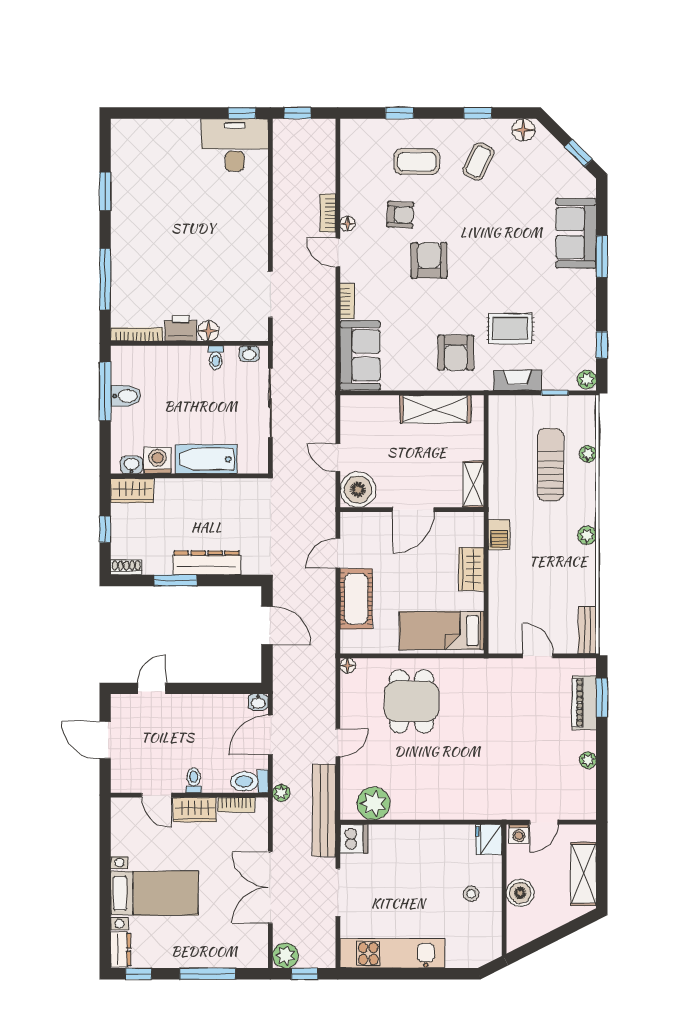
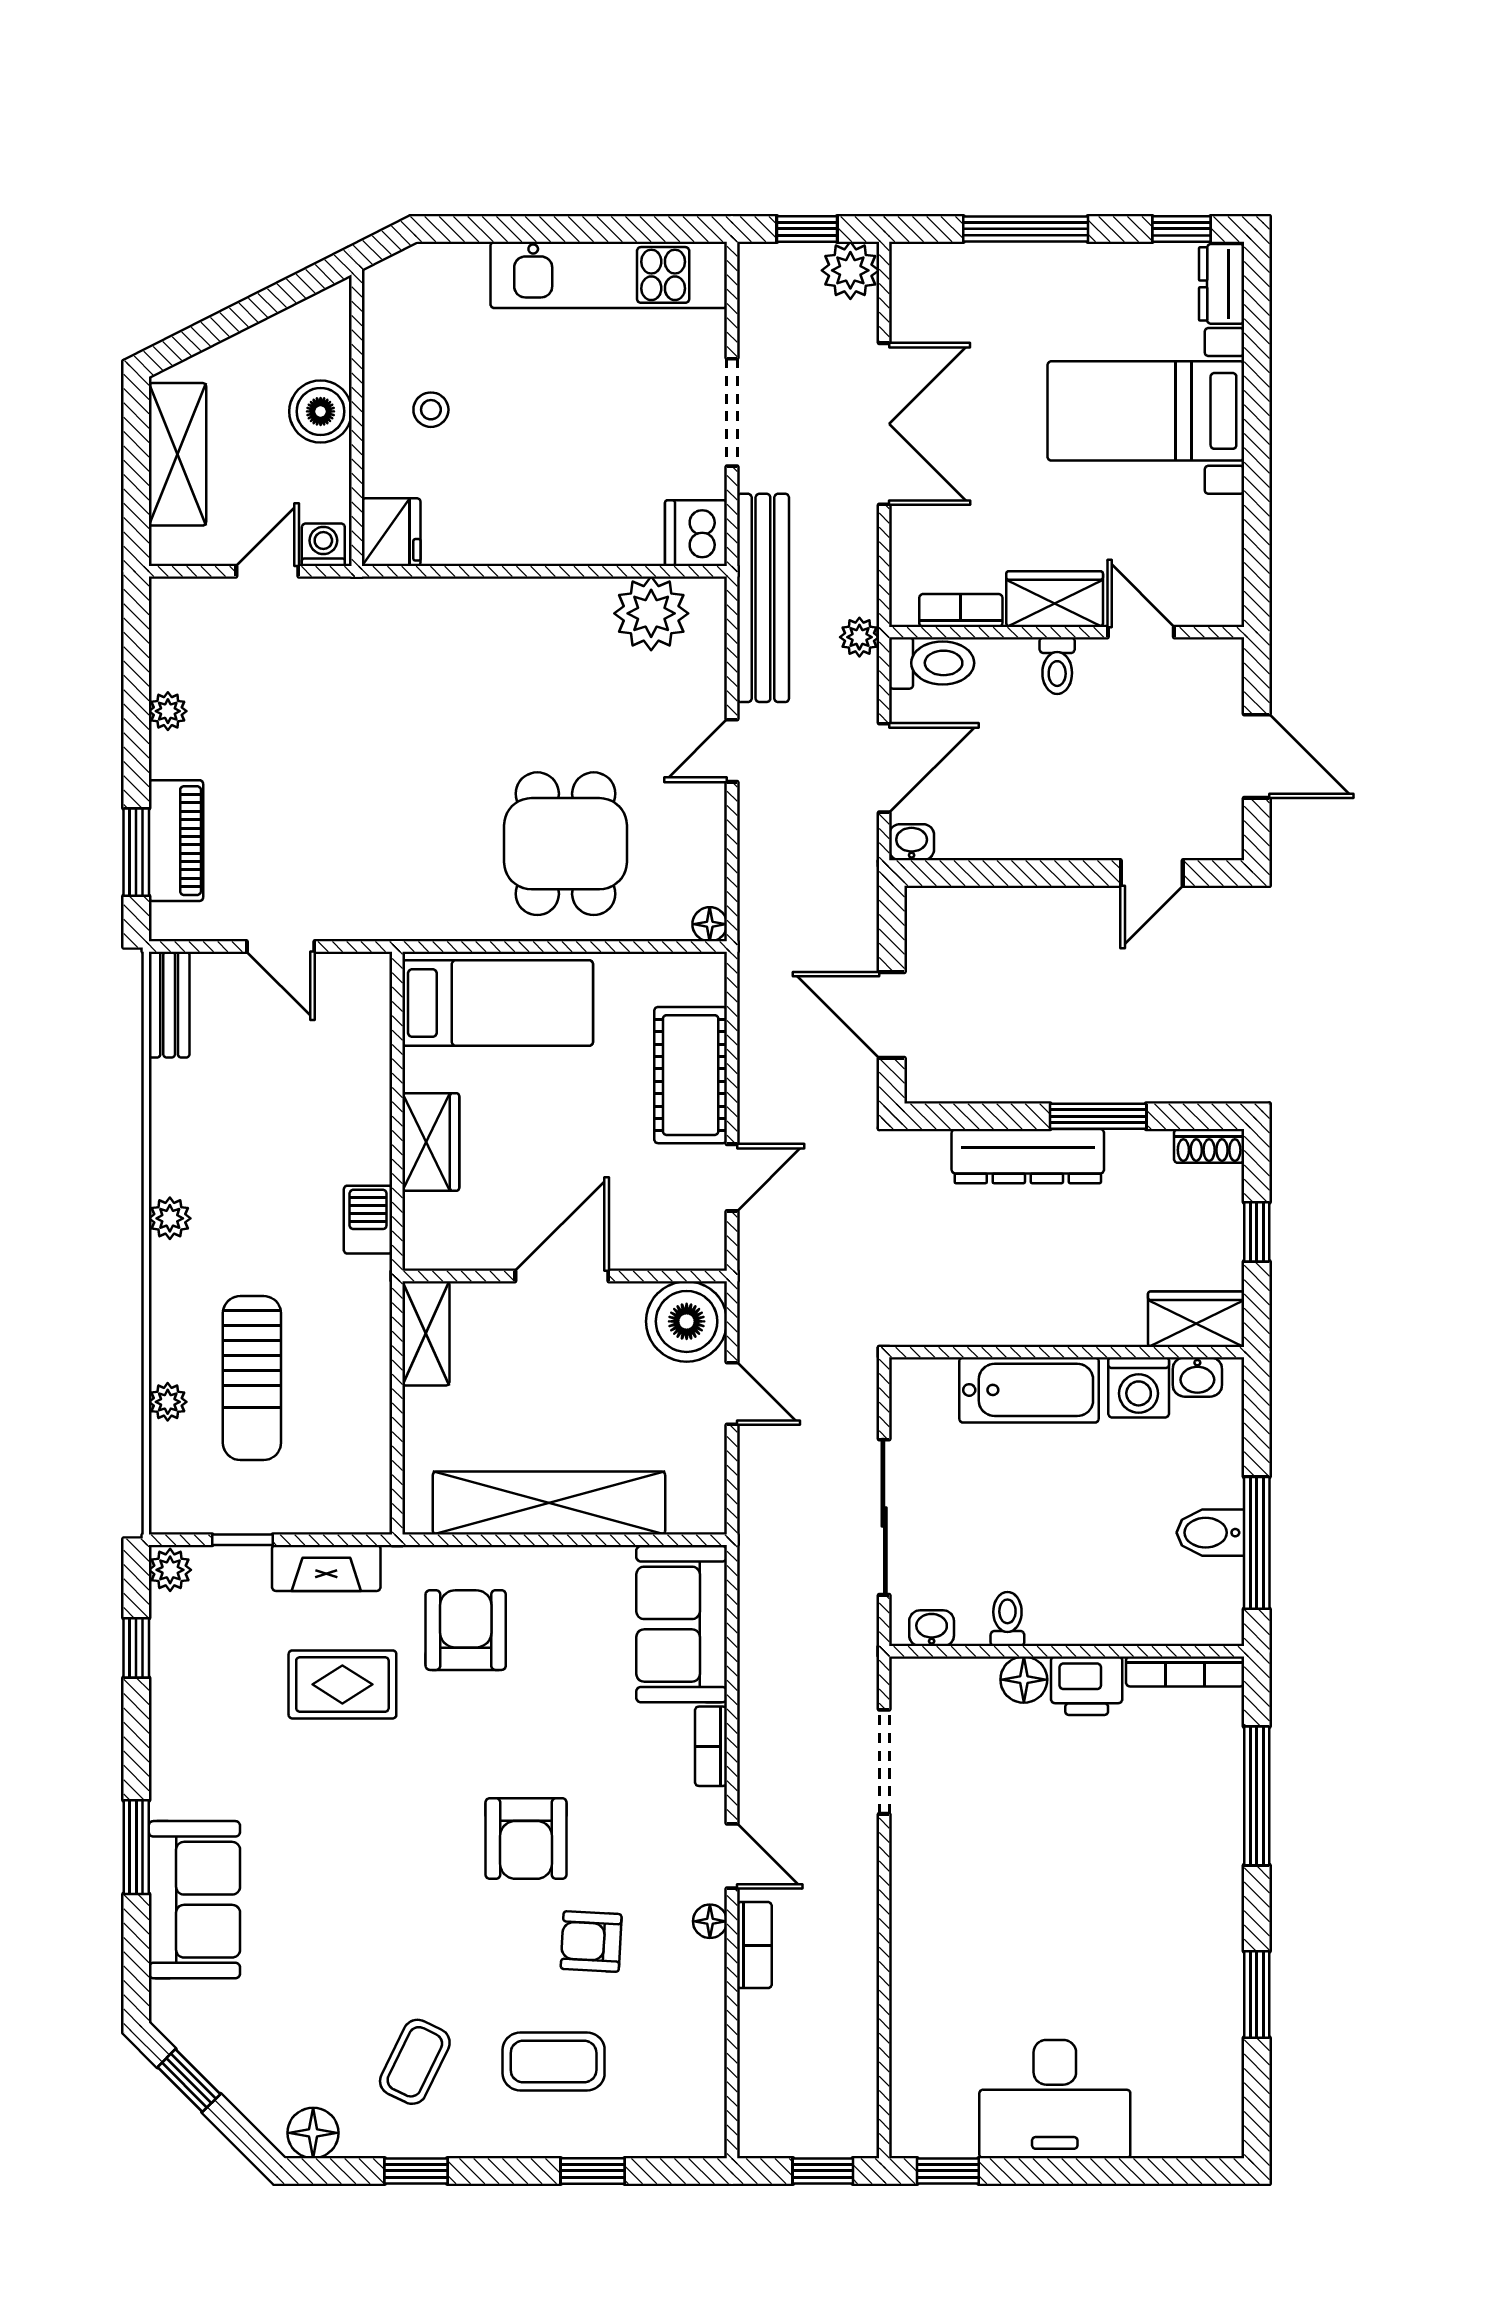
desk: (235, 145) -> (1055, 2099), moved
shelving: (435, 409) -> (549, 1503), width x1.47

